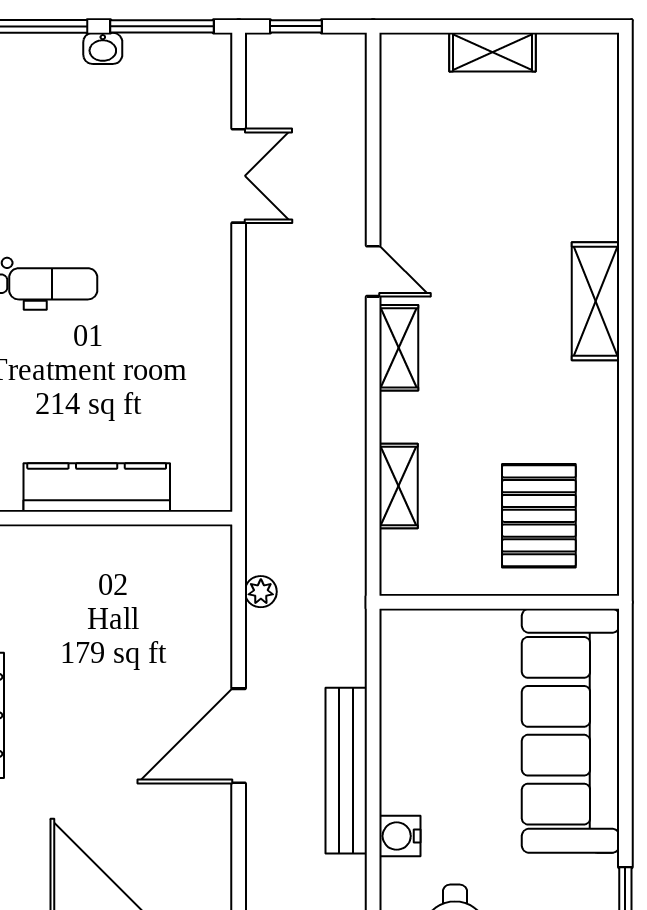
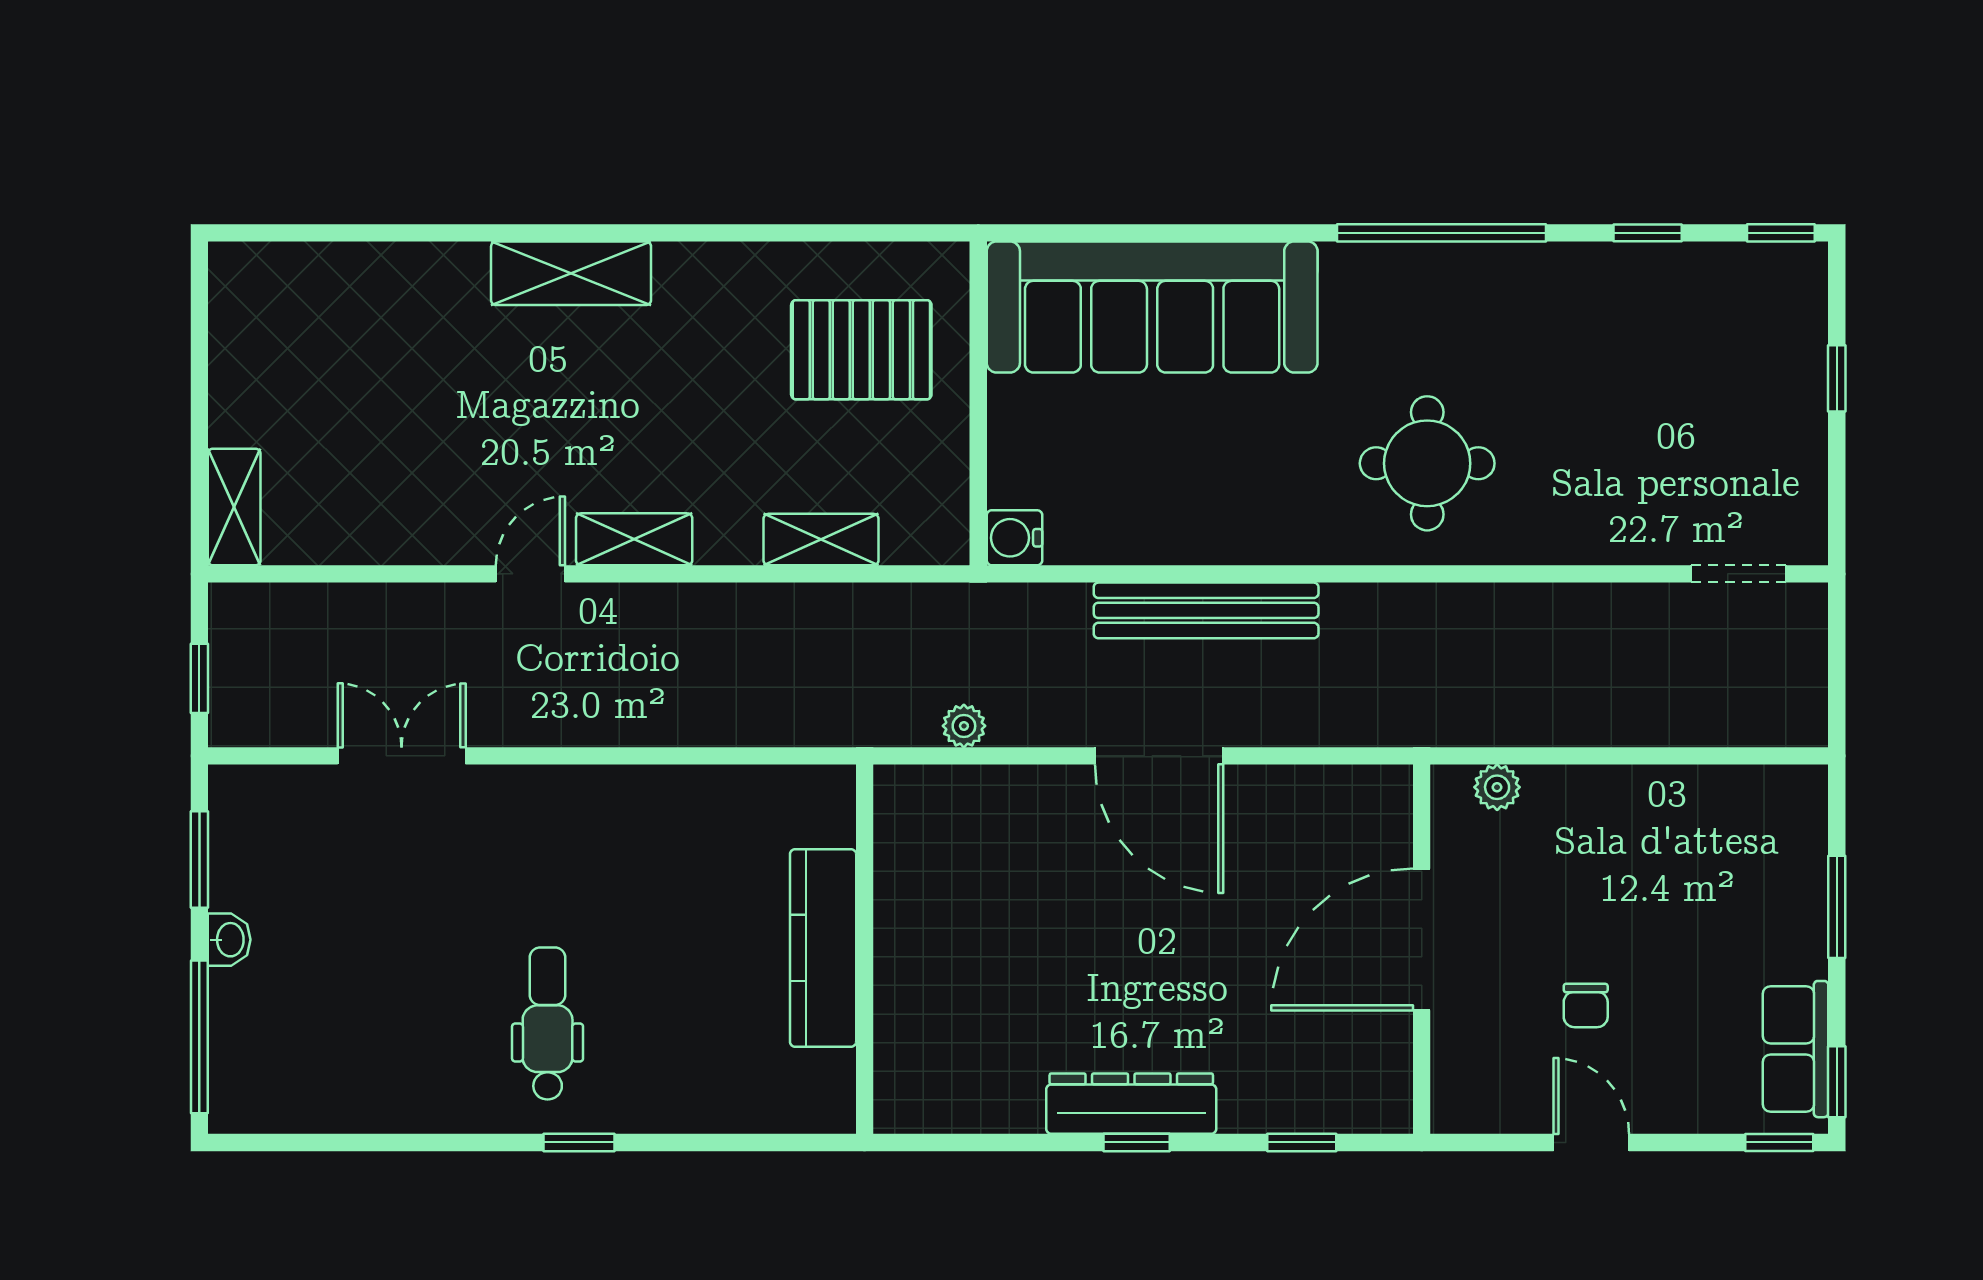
window: (162, 26) -> (199, 860), width x0.69
shelving: (492, 52) -> (234, 507), moved
water cooler: (400, 836) -> (1014, 538), moved, turned 90

